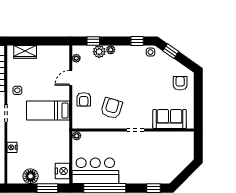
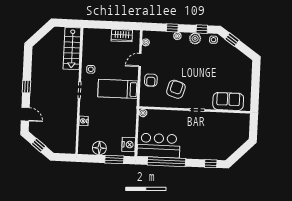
window: (93, 41) -> (172, 28), moved
wardrobe: (25, 52) -> (122, 36), moved
plant: (99, 52) -> (195, 38), moved
armchair: (180, 83) -> (239, 69), removed

